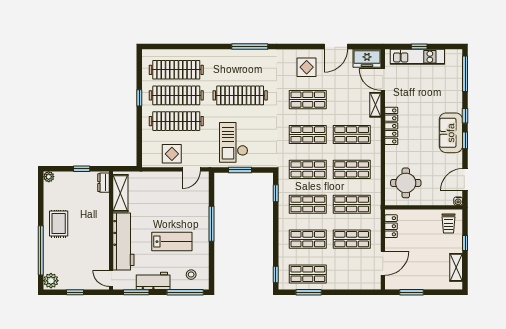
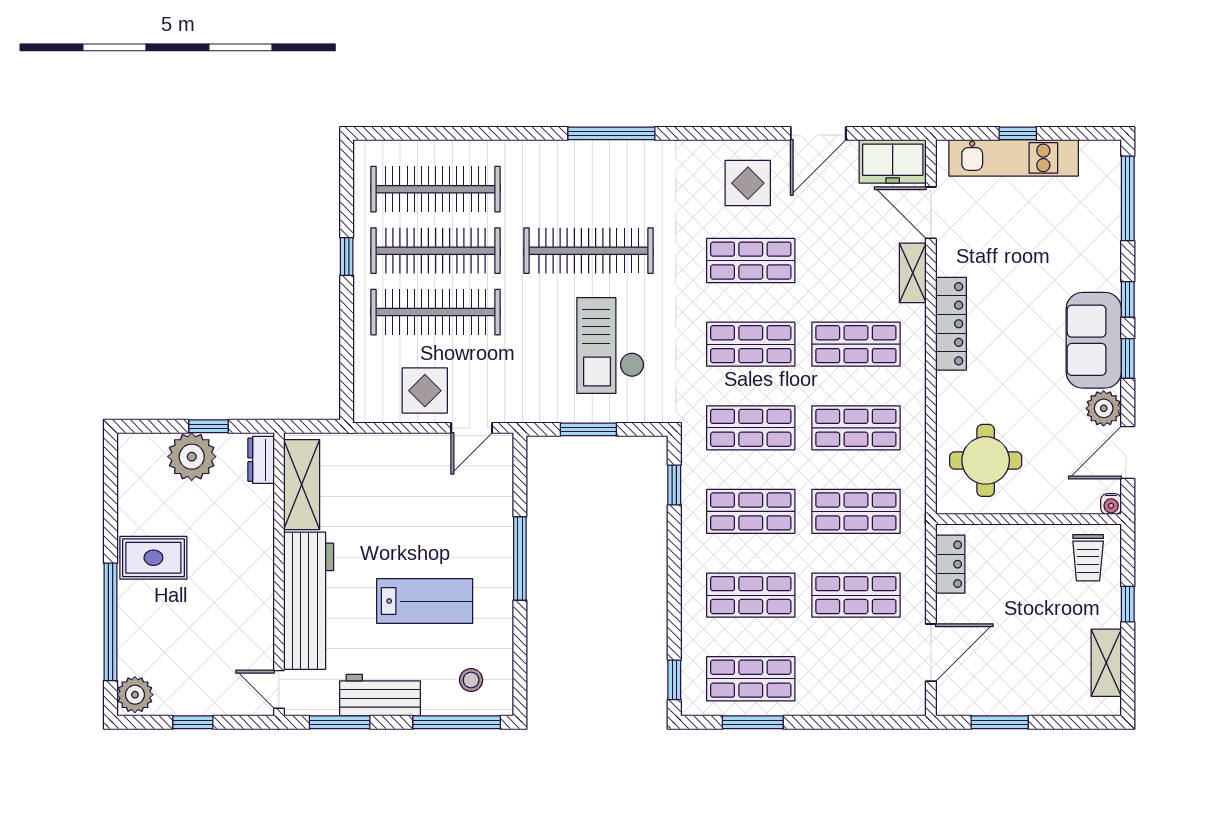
checkout: (234, 142) -> (610, 346), moved
plant: (455, 161) -> (1104, 408), added
plant: (49, 177) -> (192, 457), moved, width x1.88, depth x1.88
rug: (59, 224) -> (153, 558), turned 90

